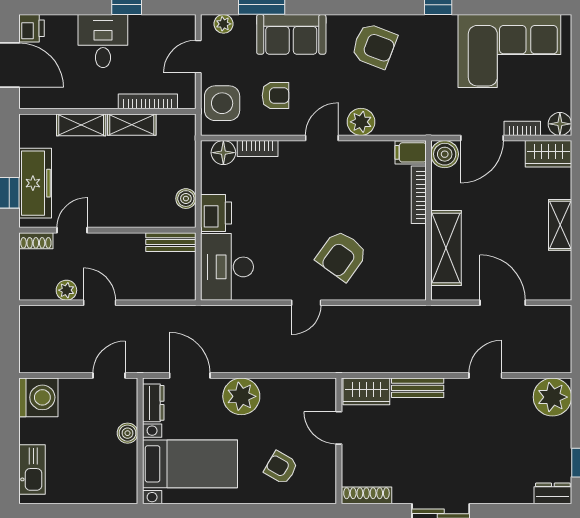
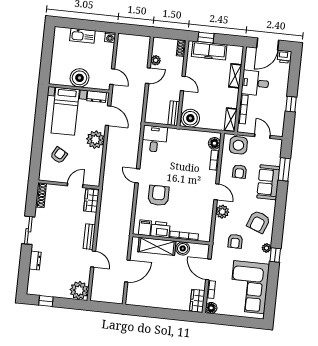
plant: (224, 24) -> (267, 248), moved
desk: (103, 41) -> (255, 83), moved, turned 180
armchair: (419, 89) -> (235, 241), added
shelving: (132, 125) -> (231, 120), moved
filing cabinet: (411, 152) -> (145, 228), moved
boiler: (445, 154) -> (183, 248), moved
boiler: (186, 199) -> (190, 118), width x1.86, depth x1.86
printer: (216, 213) -> (160, 230), moved, turned 180
shelving: (560, 225) -> (162, 303), removed
door: (72, 230) -> (183, 83), moved
armchair: (342, 255) -> (159, 195), turned 54
desk: (227, 267) -> (154, 139), width x0.73
door: (190, 375) -> (108, 116), hinge flipped
bench: (418, 388) -> (89, 237), moved
washing machine: (38, 397) -> (110, 37), width x0.53, depth x0.53
boiler: (128, 433) -> (80, 78), width x1.86, depth x1.86
kitchen sink: (32, 469) -> (82, 36), moved
dresser: (553, 493) -> (35, 261), moved

